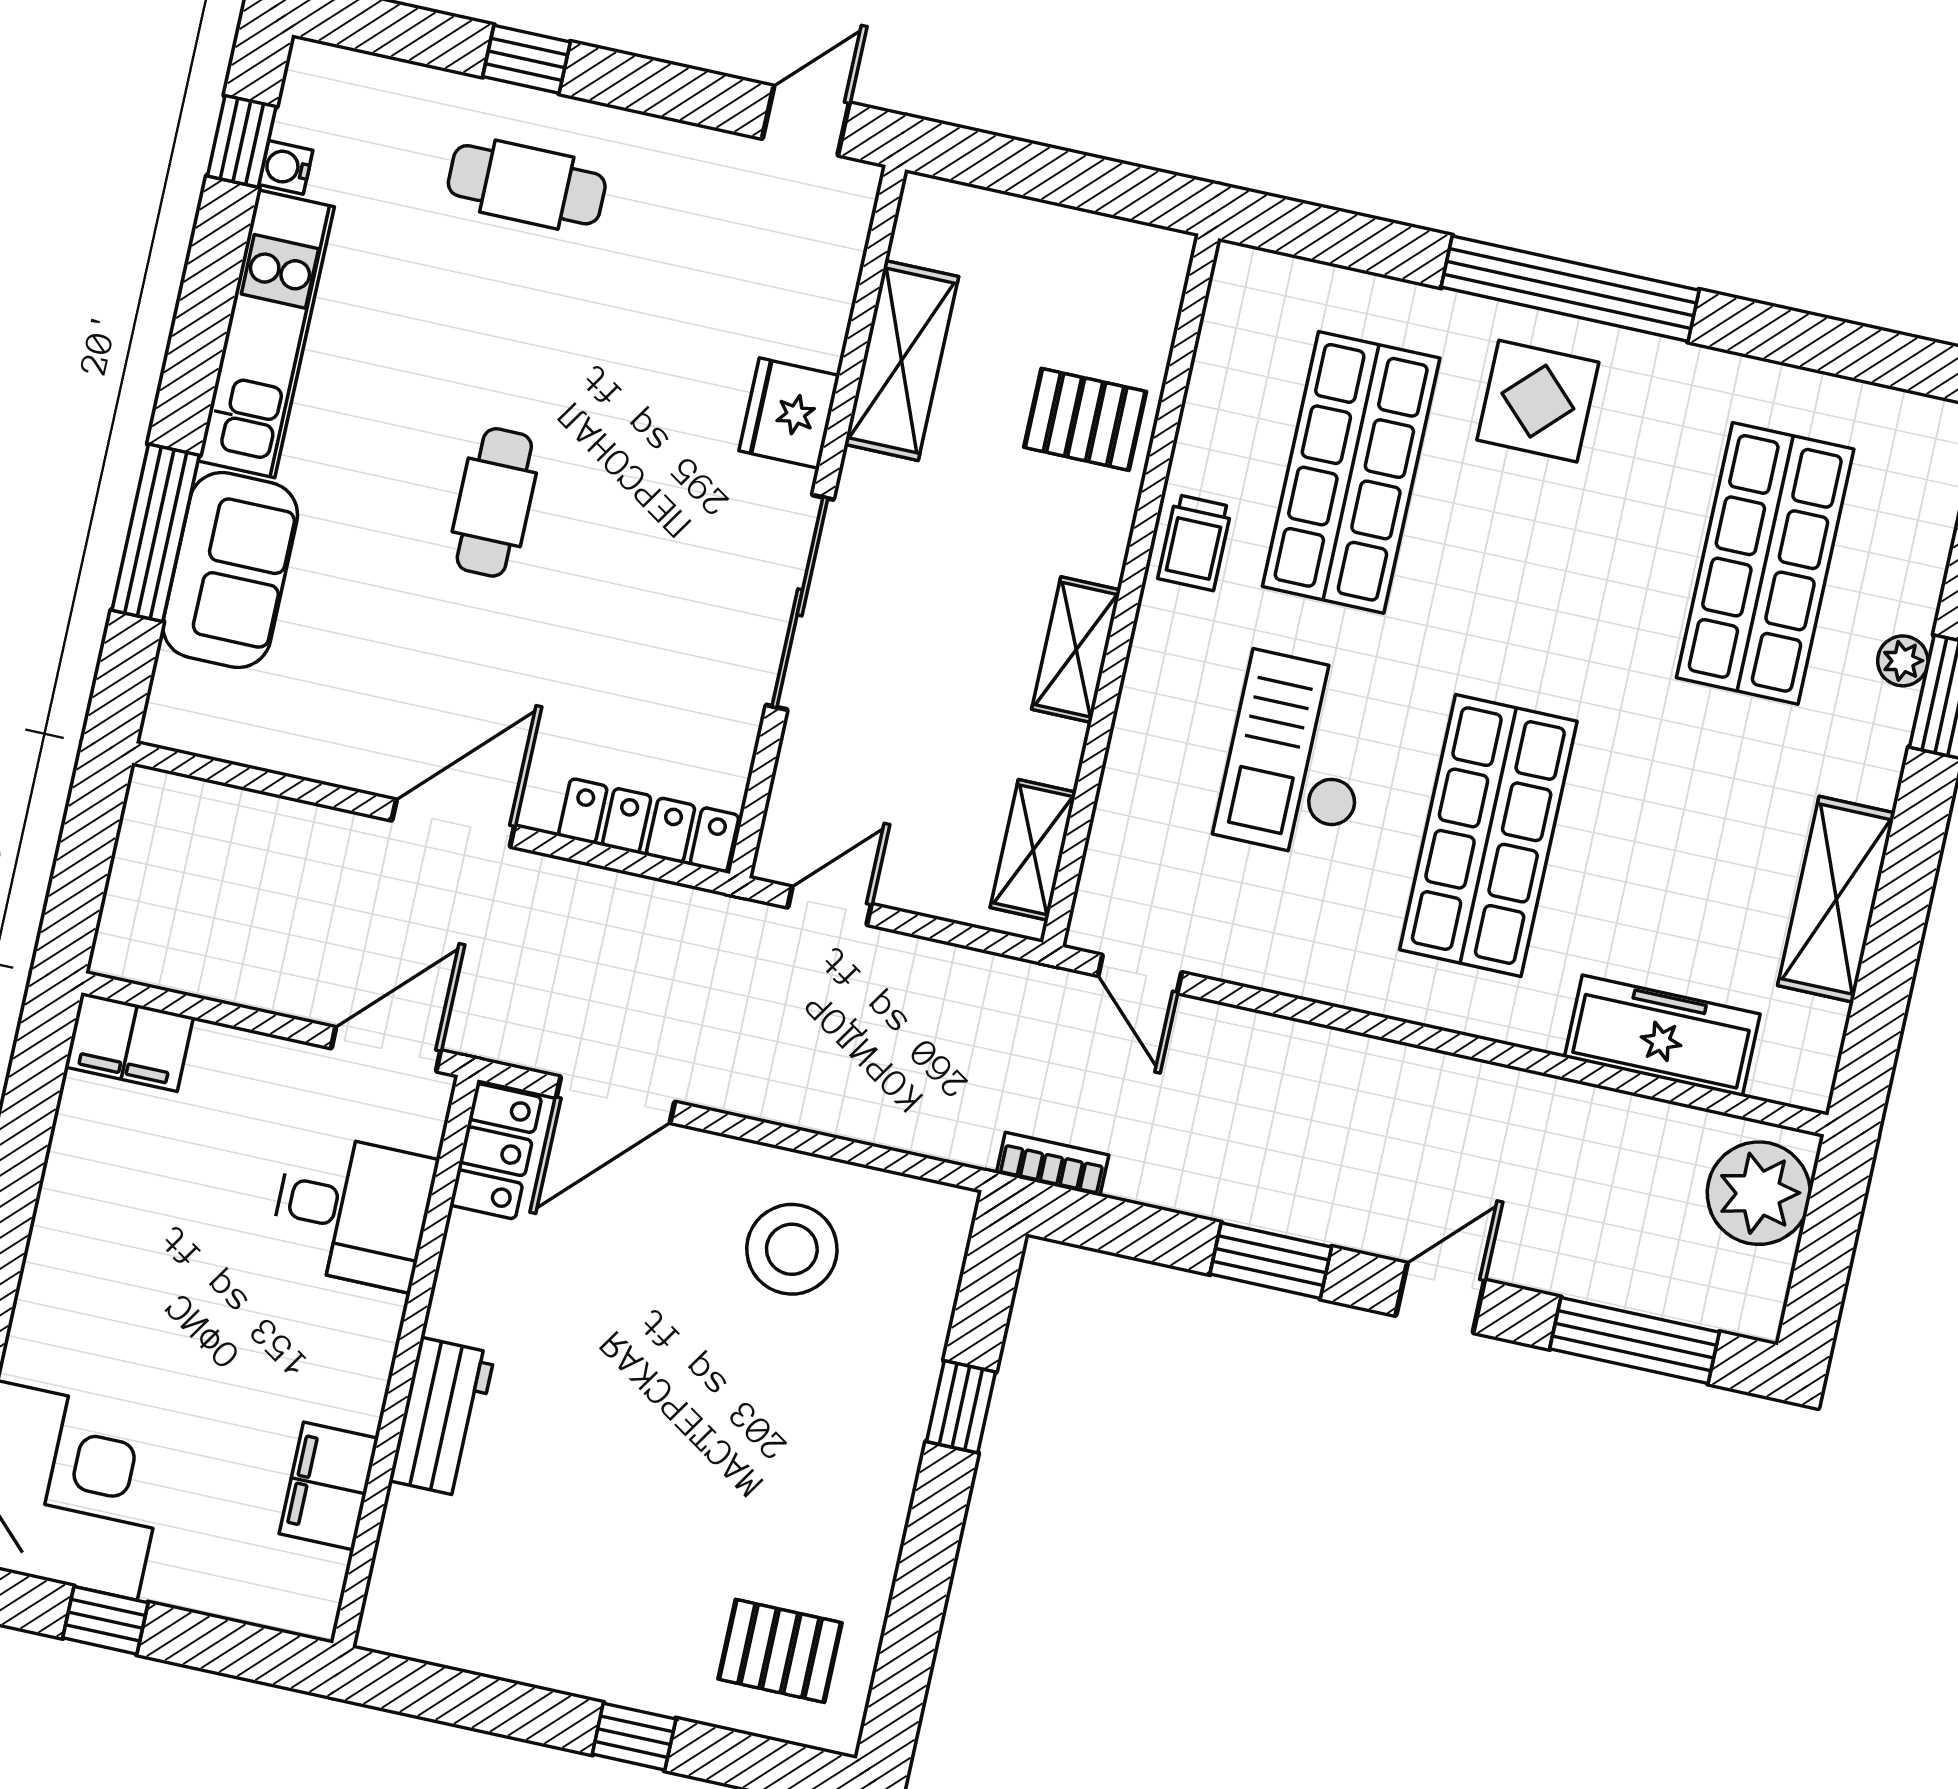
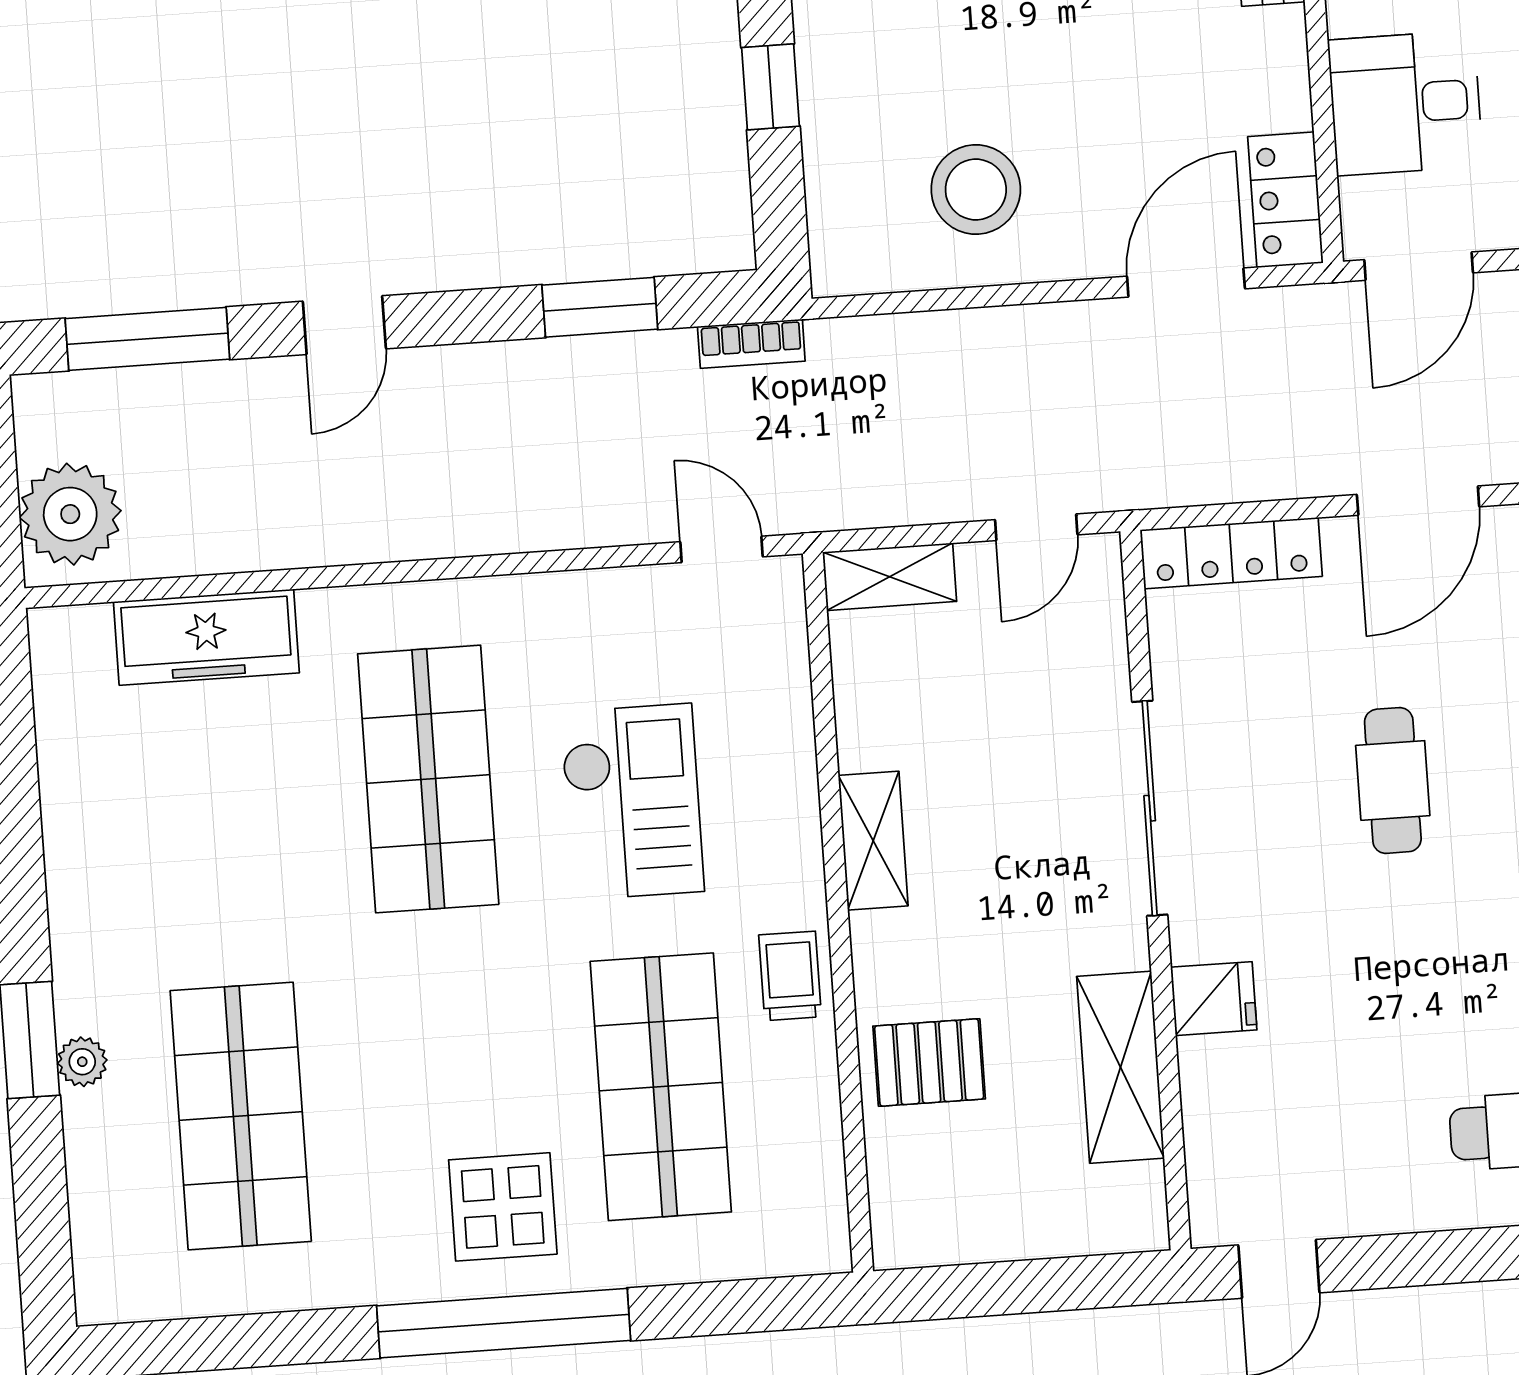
fridge: (789, 413) -> (1214, 999), width x0.72
cafe table: (494, 502) -> (1393, 780), moved
shelving: (1033, 850) -> (890, 577), moved, turned 90
shelving: (1836, 899) -> (79, 816), removed
window: (1271, 1261) -> (600, 307), moved

